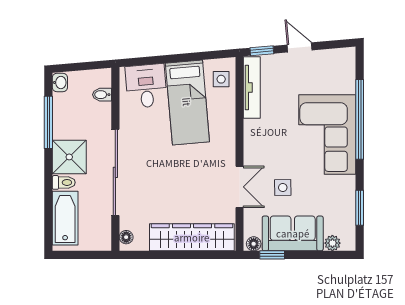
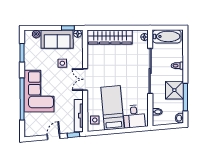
door: (300, 47) -> (54, 137), swing flipped
shower: (69, 157) -> (174, 90), moved
double door: (239, 187) -> (85, 79), moved
bathtub: (65, 218) -> (167, 36), moved, turned -90

